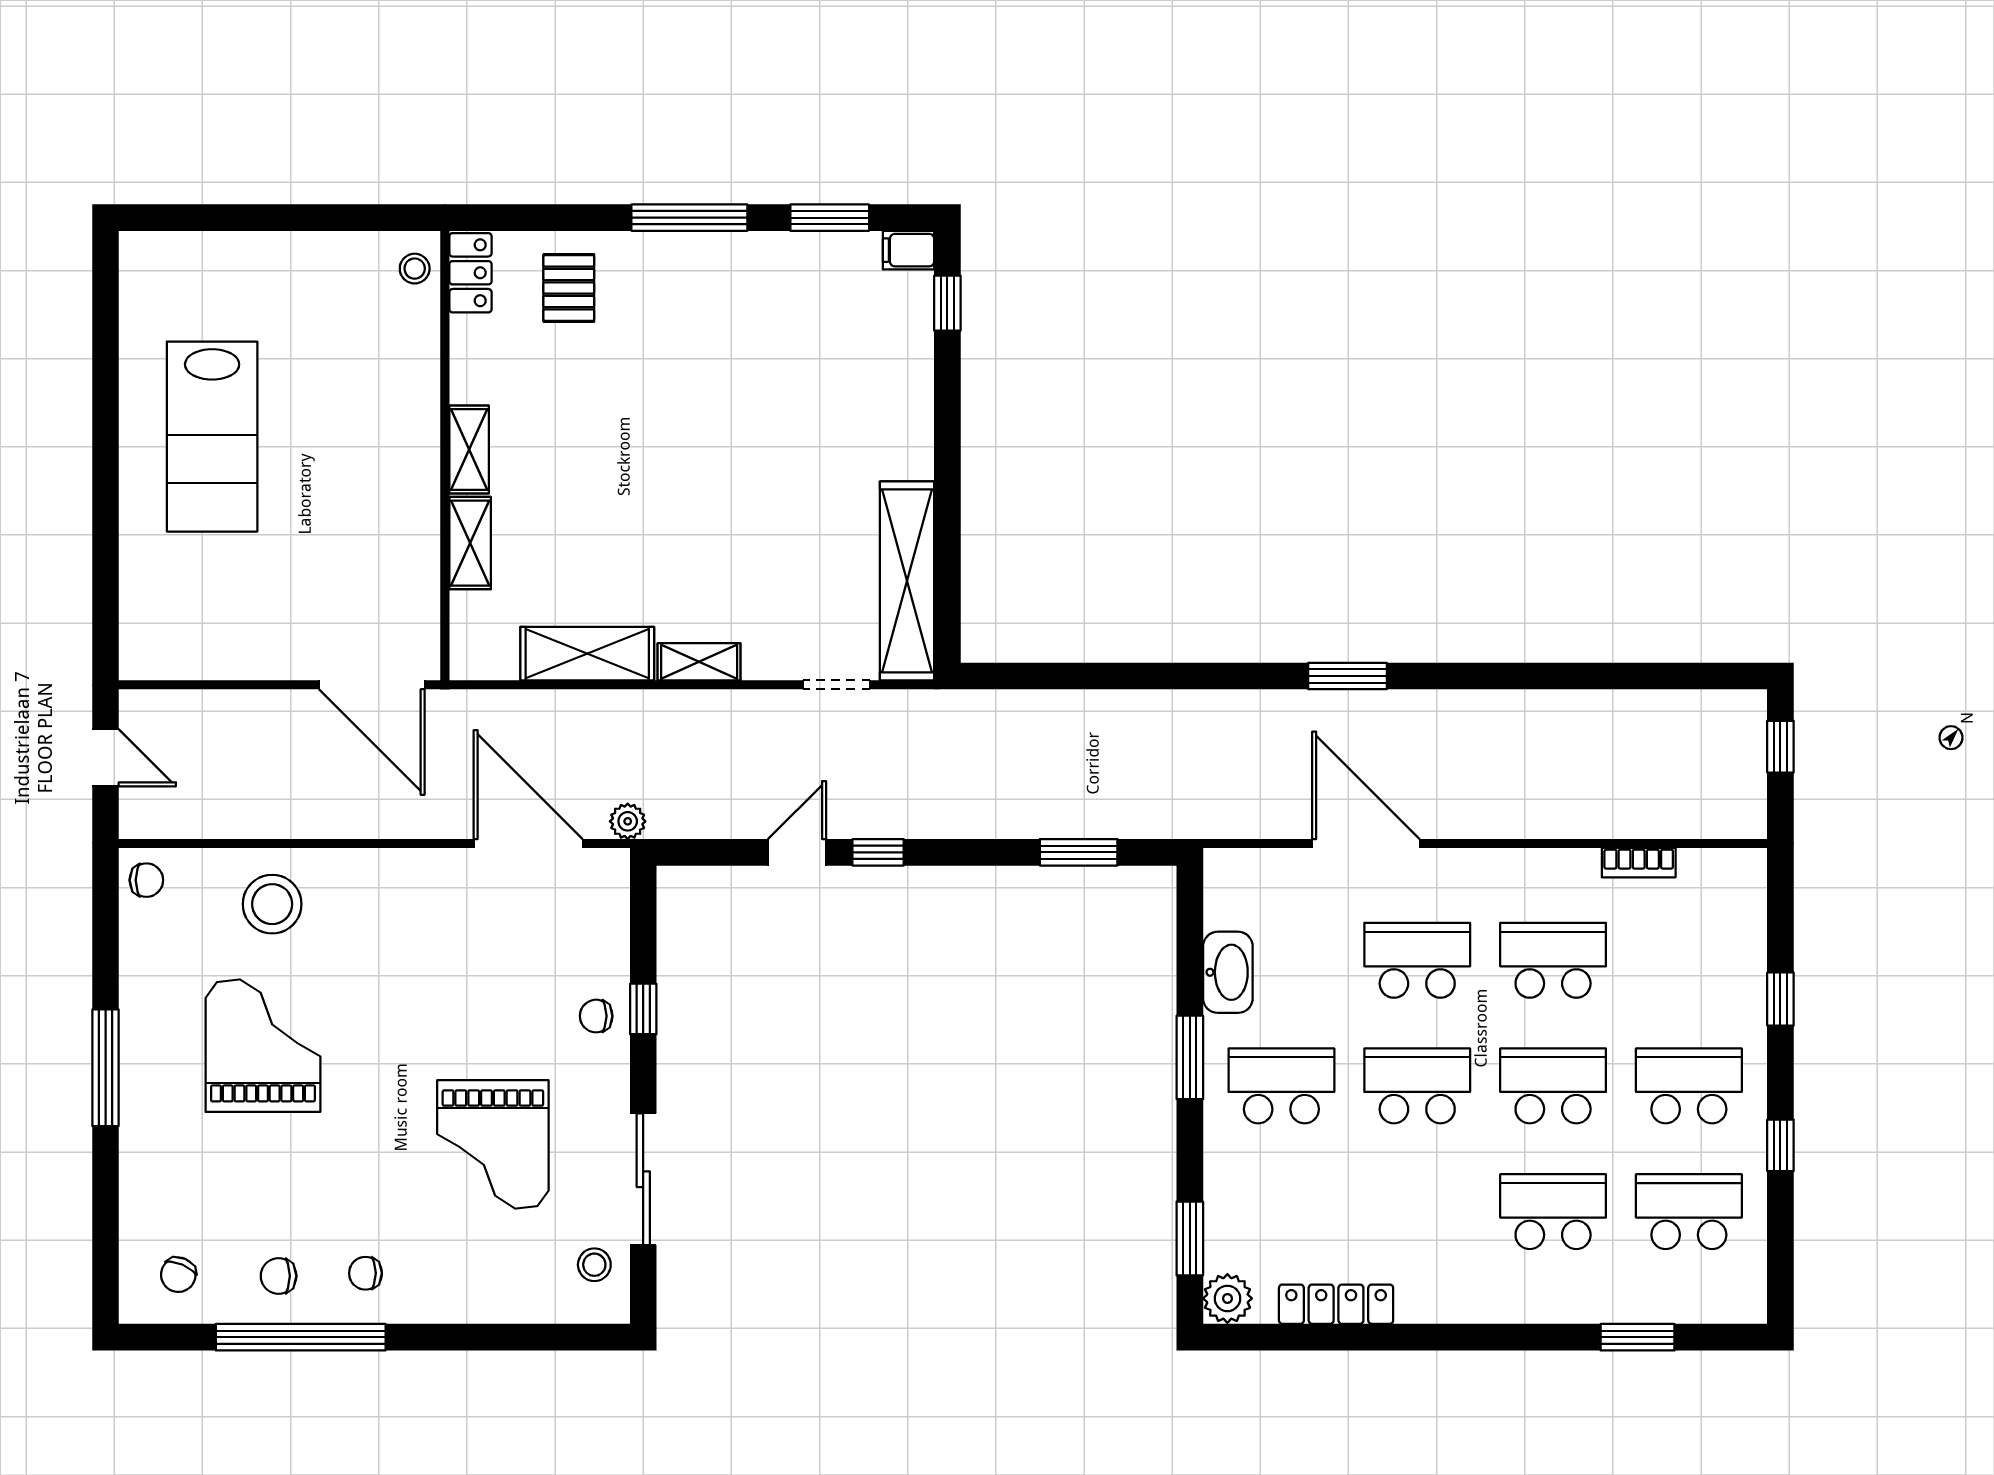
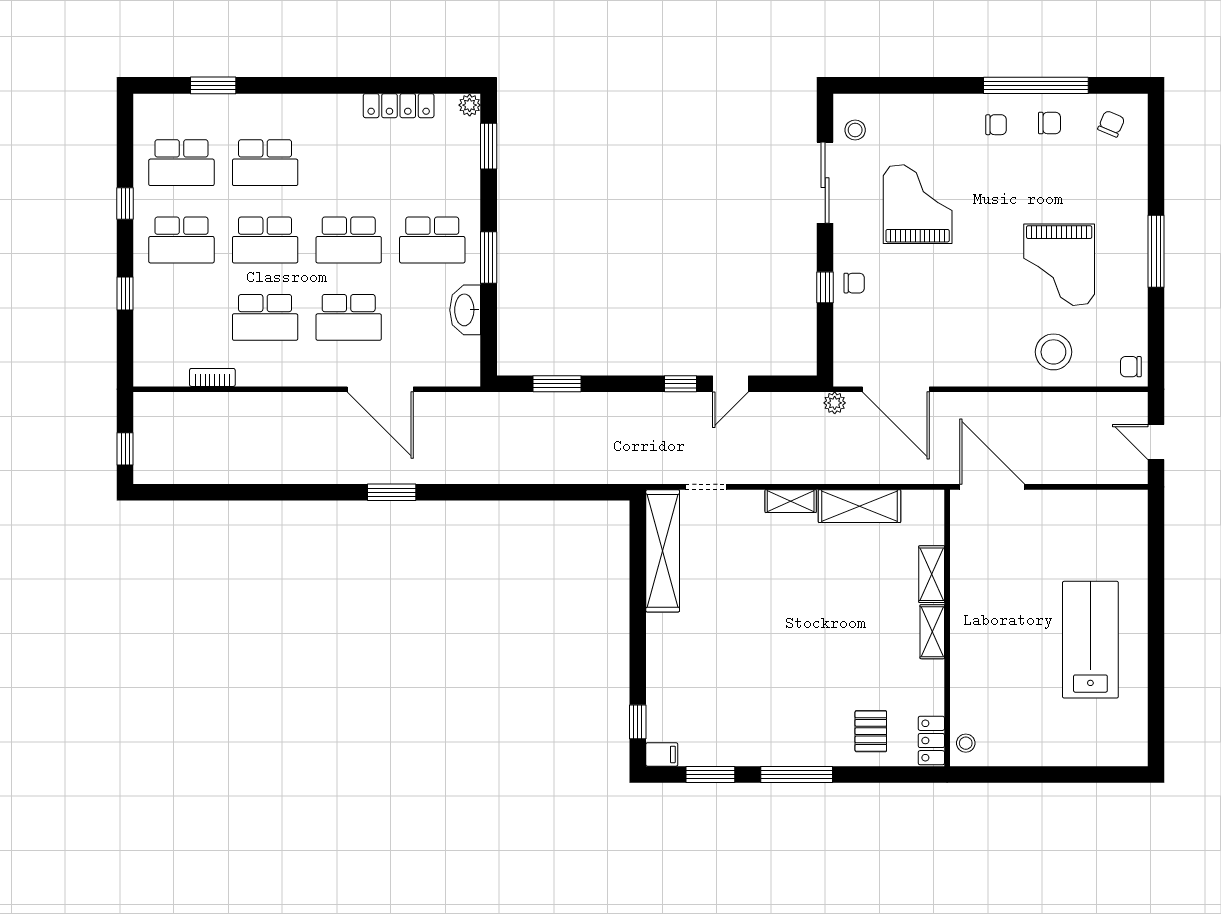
plant: (1227, 1298) -> (470, 105), width x0.73, depth x0.73

